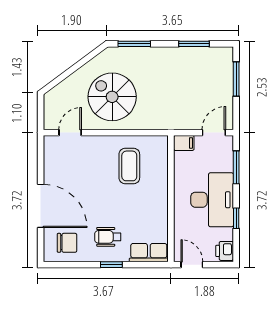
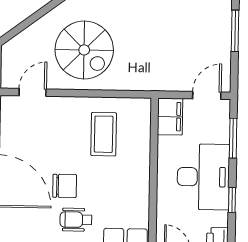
spiral stairs: (112, 97) -> (84, 50), turned 180
filing cabinet: (184, 143) -> (170, 117), width x2.00
chair: (67, 243) -> (65, 186), moved

